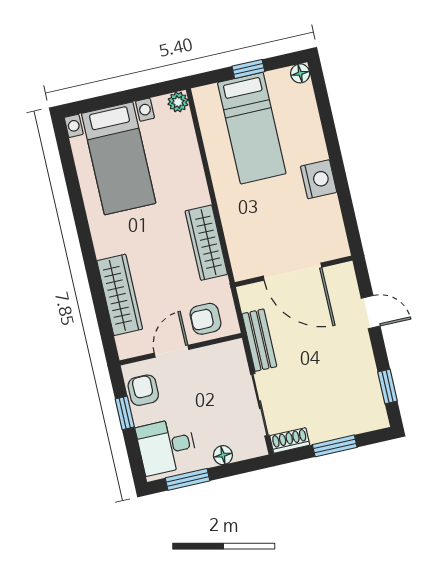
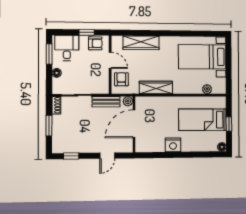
plant: (178, 102) -> (207, 89), moved
plant: (248, 295) -> (128, 101), added

